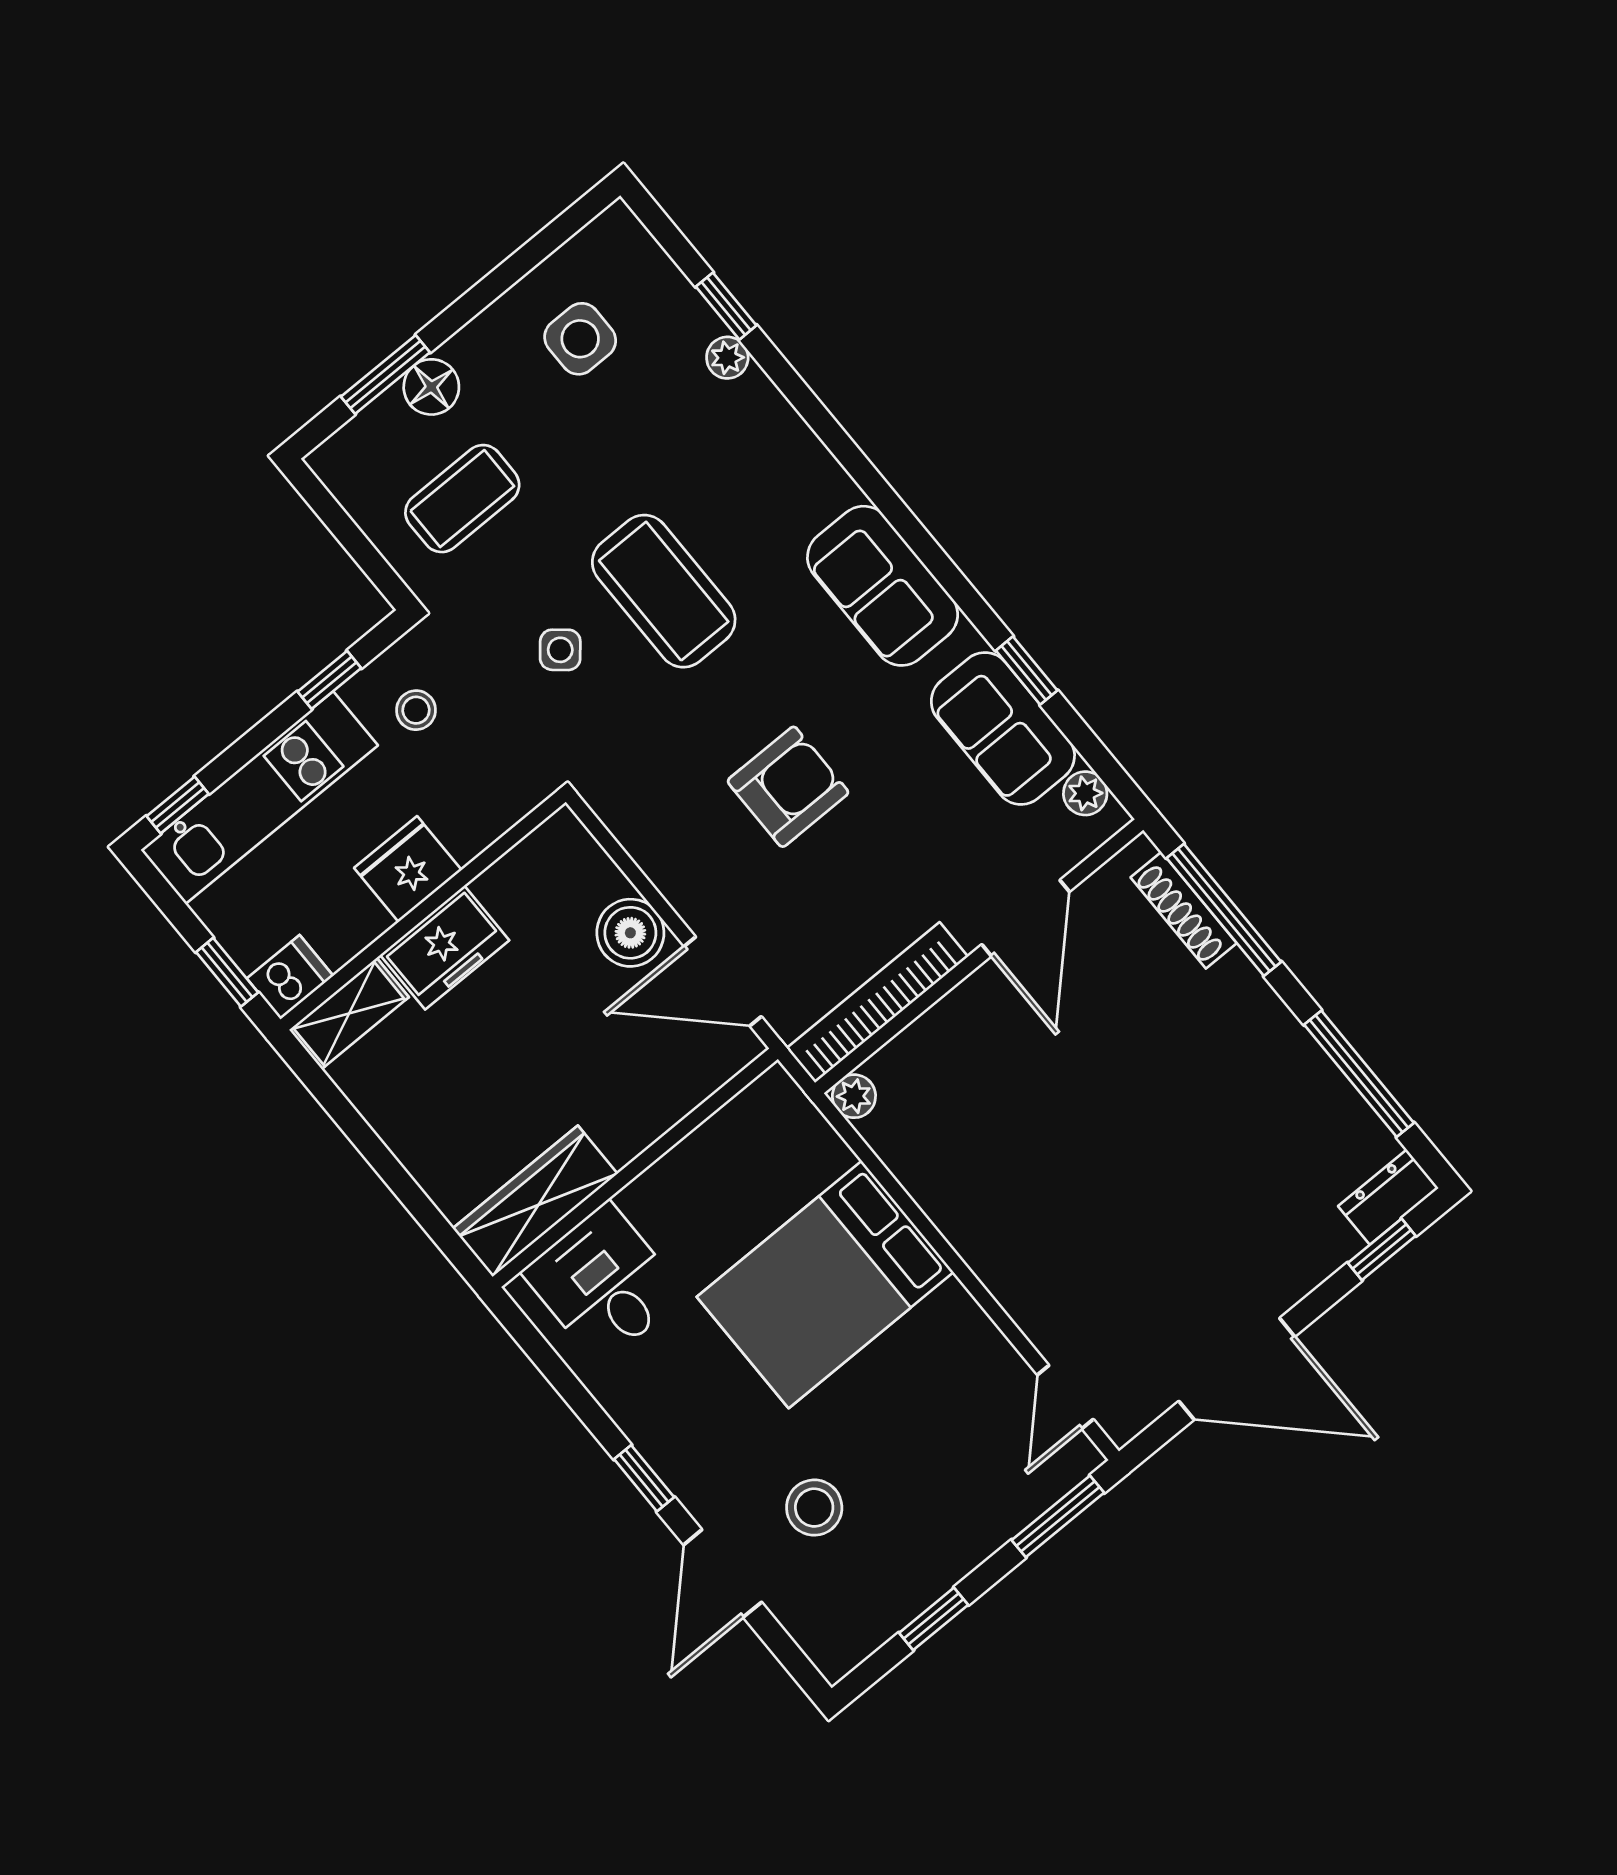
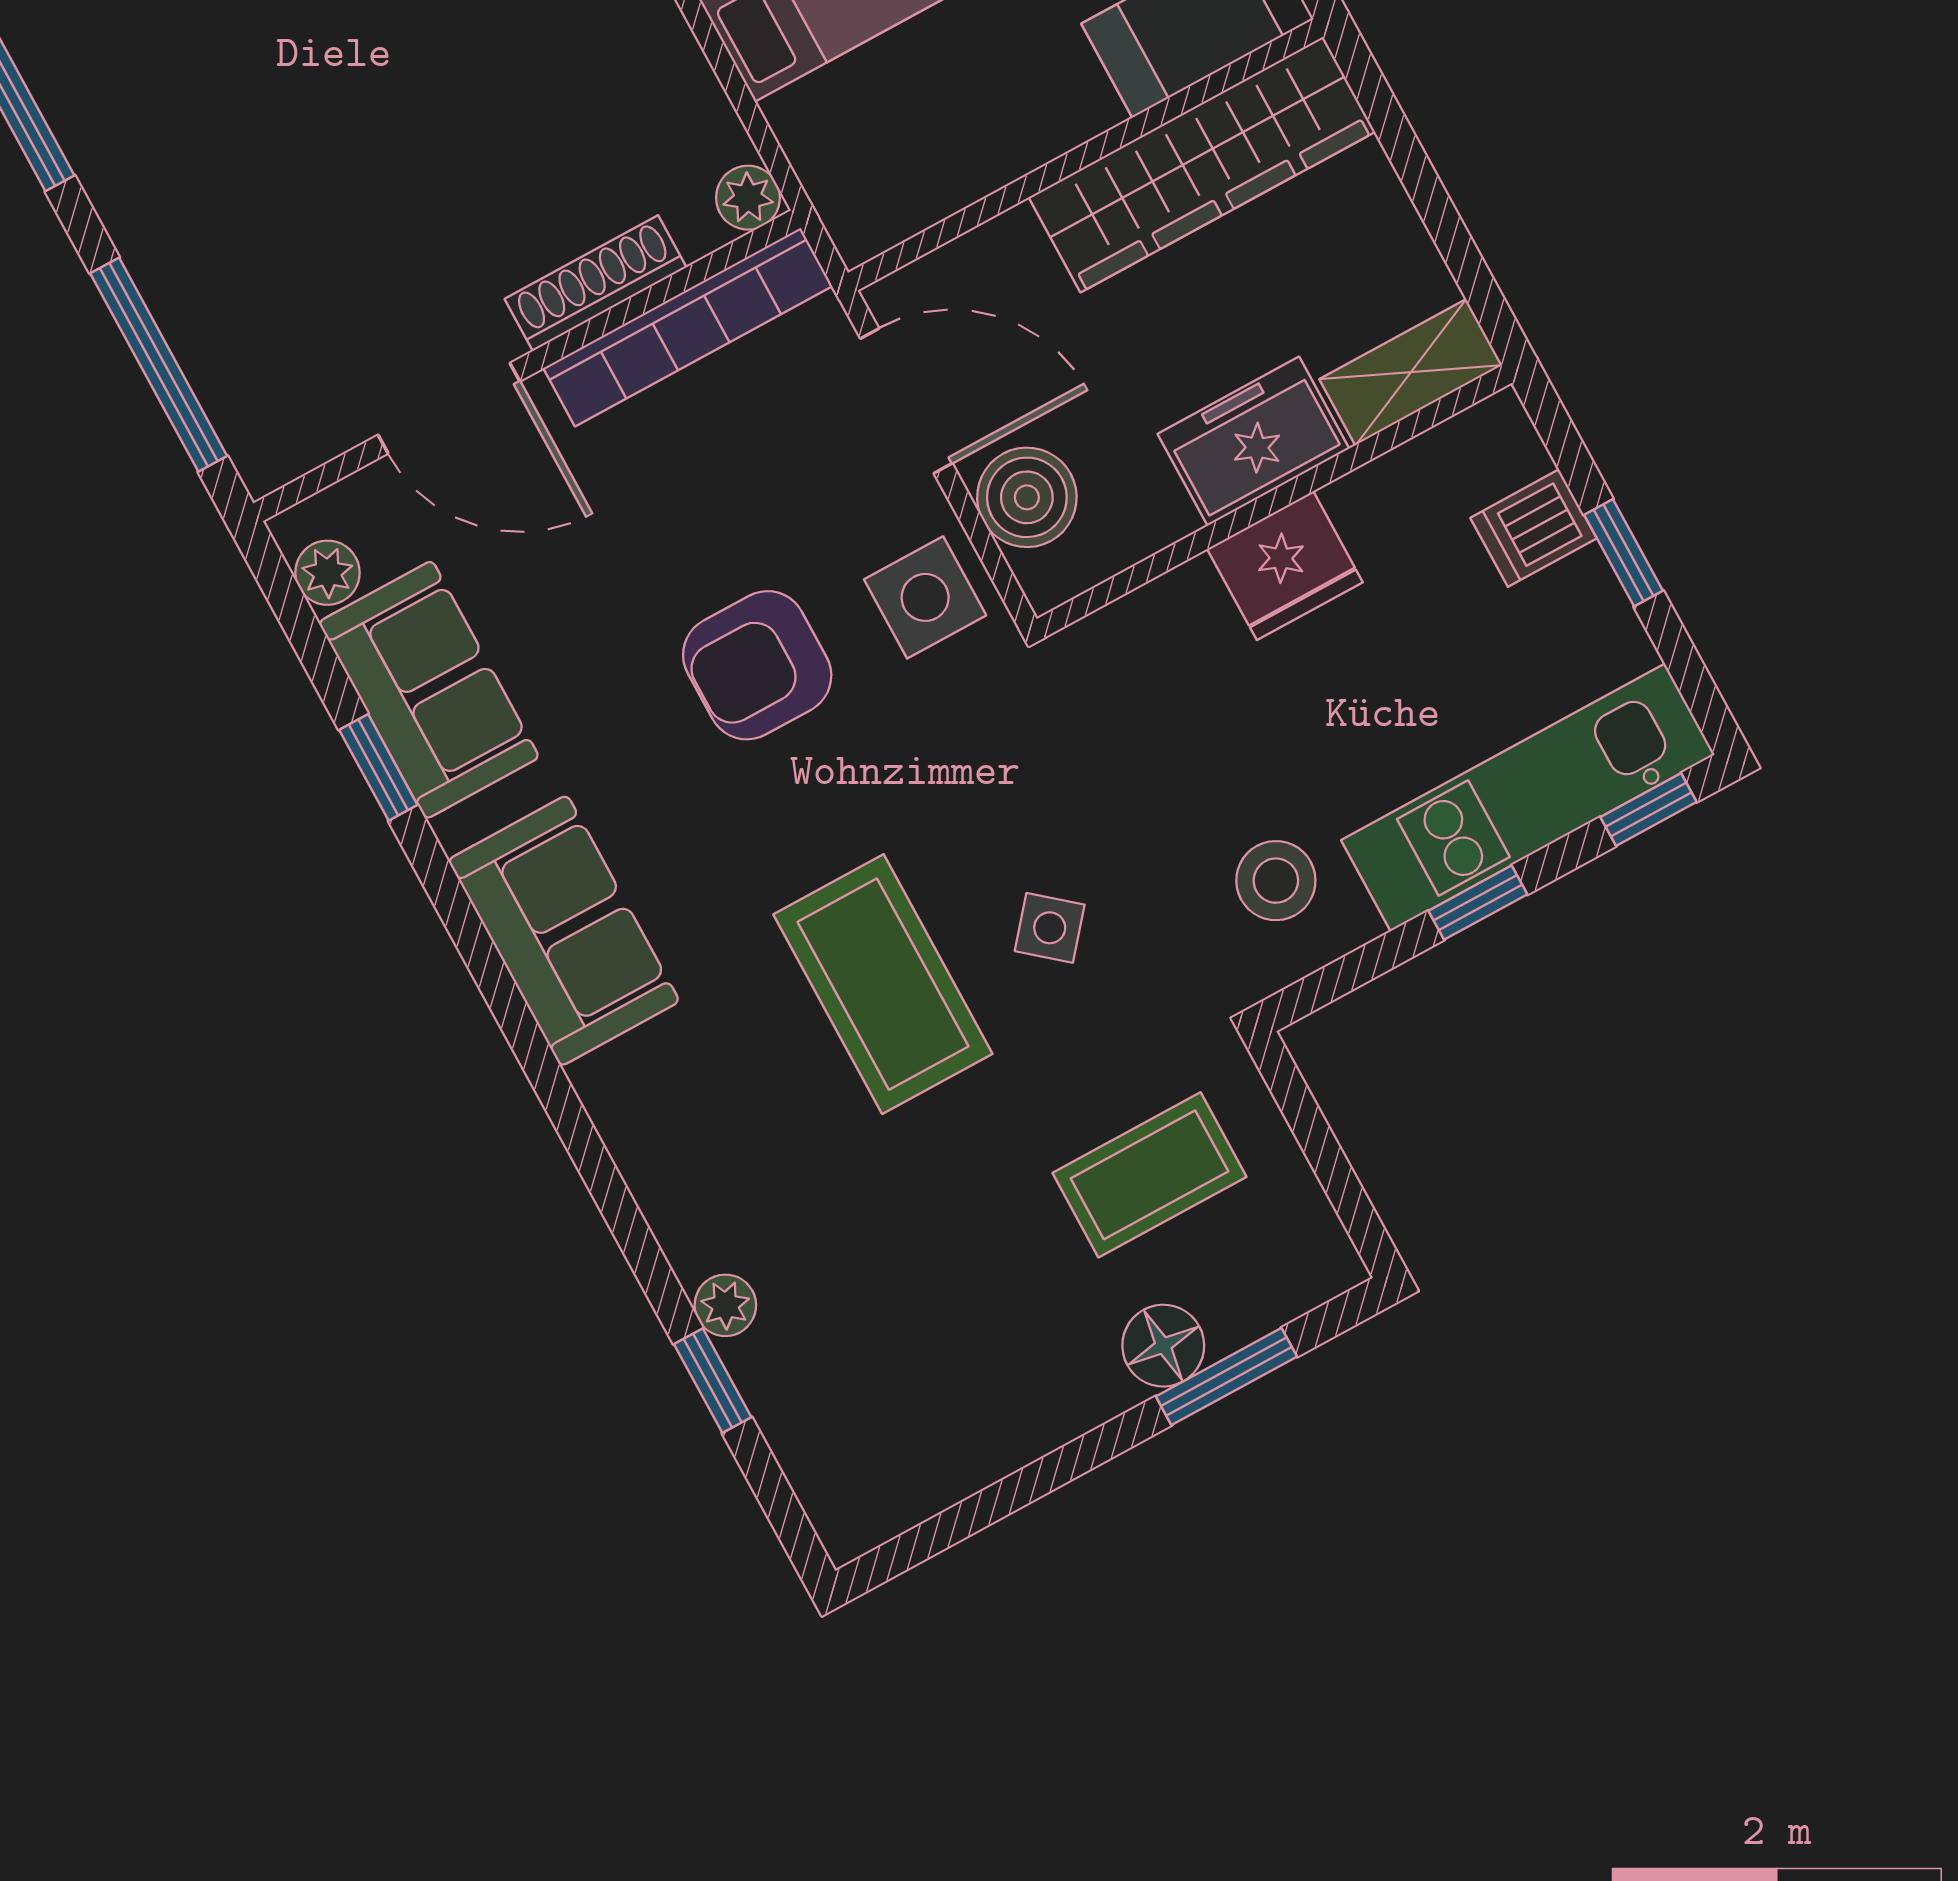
side table: (580, 339) -> (925, 597), moved
window: (329, 680) -> (1478, 903), moved
stool: (416, 710) -> (1276, 881), width x1.37, depth x1.37
fridge: (408, 869) -> (1285, 566), moved
shoe rack: (1184, 910) -> (596, 283), moved, turned -90
wall: (423, 911) -> (1274, 501), moved
door: (1026, 918) -> (449, 408), swing flipped
freezer: (445, 948) -> (1253, 441), moved
shelving: (349, 1014) -> (1411, 372), moved
wardrobe: (535, 1201) -> (1202, 164), width x1.40, depth x1.17

